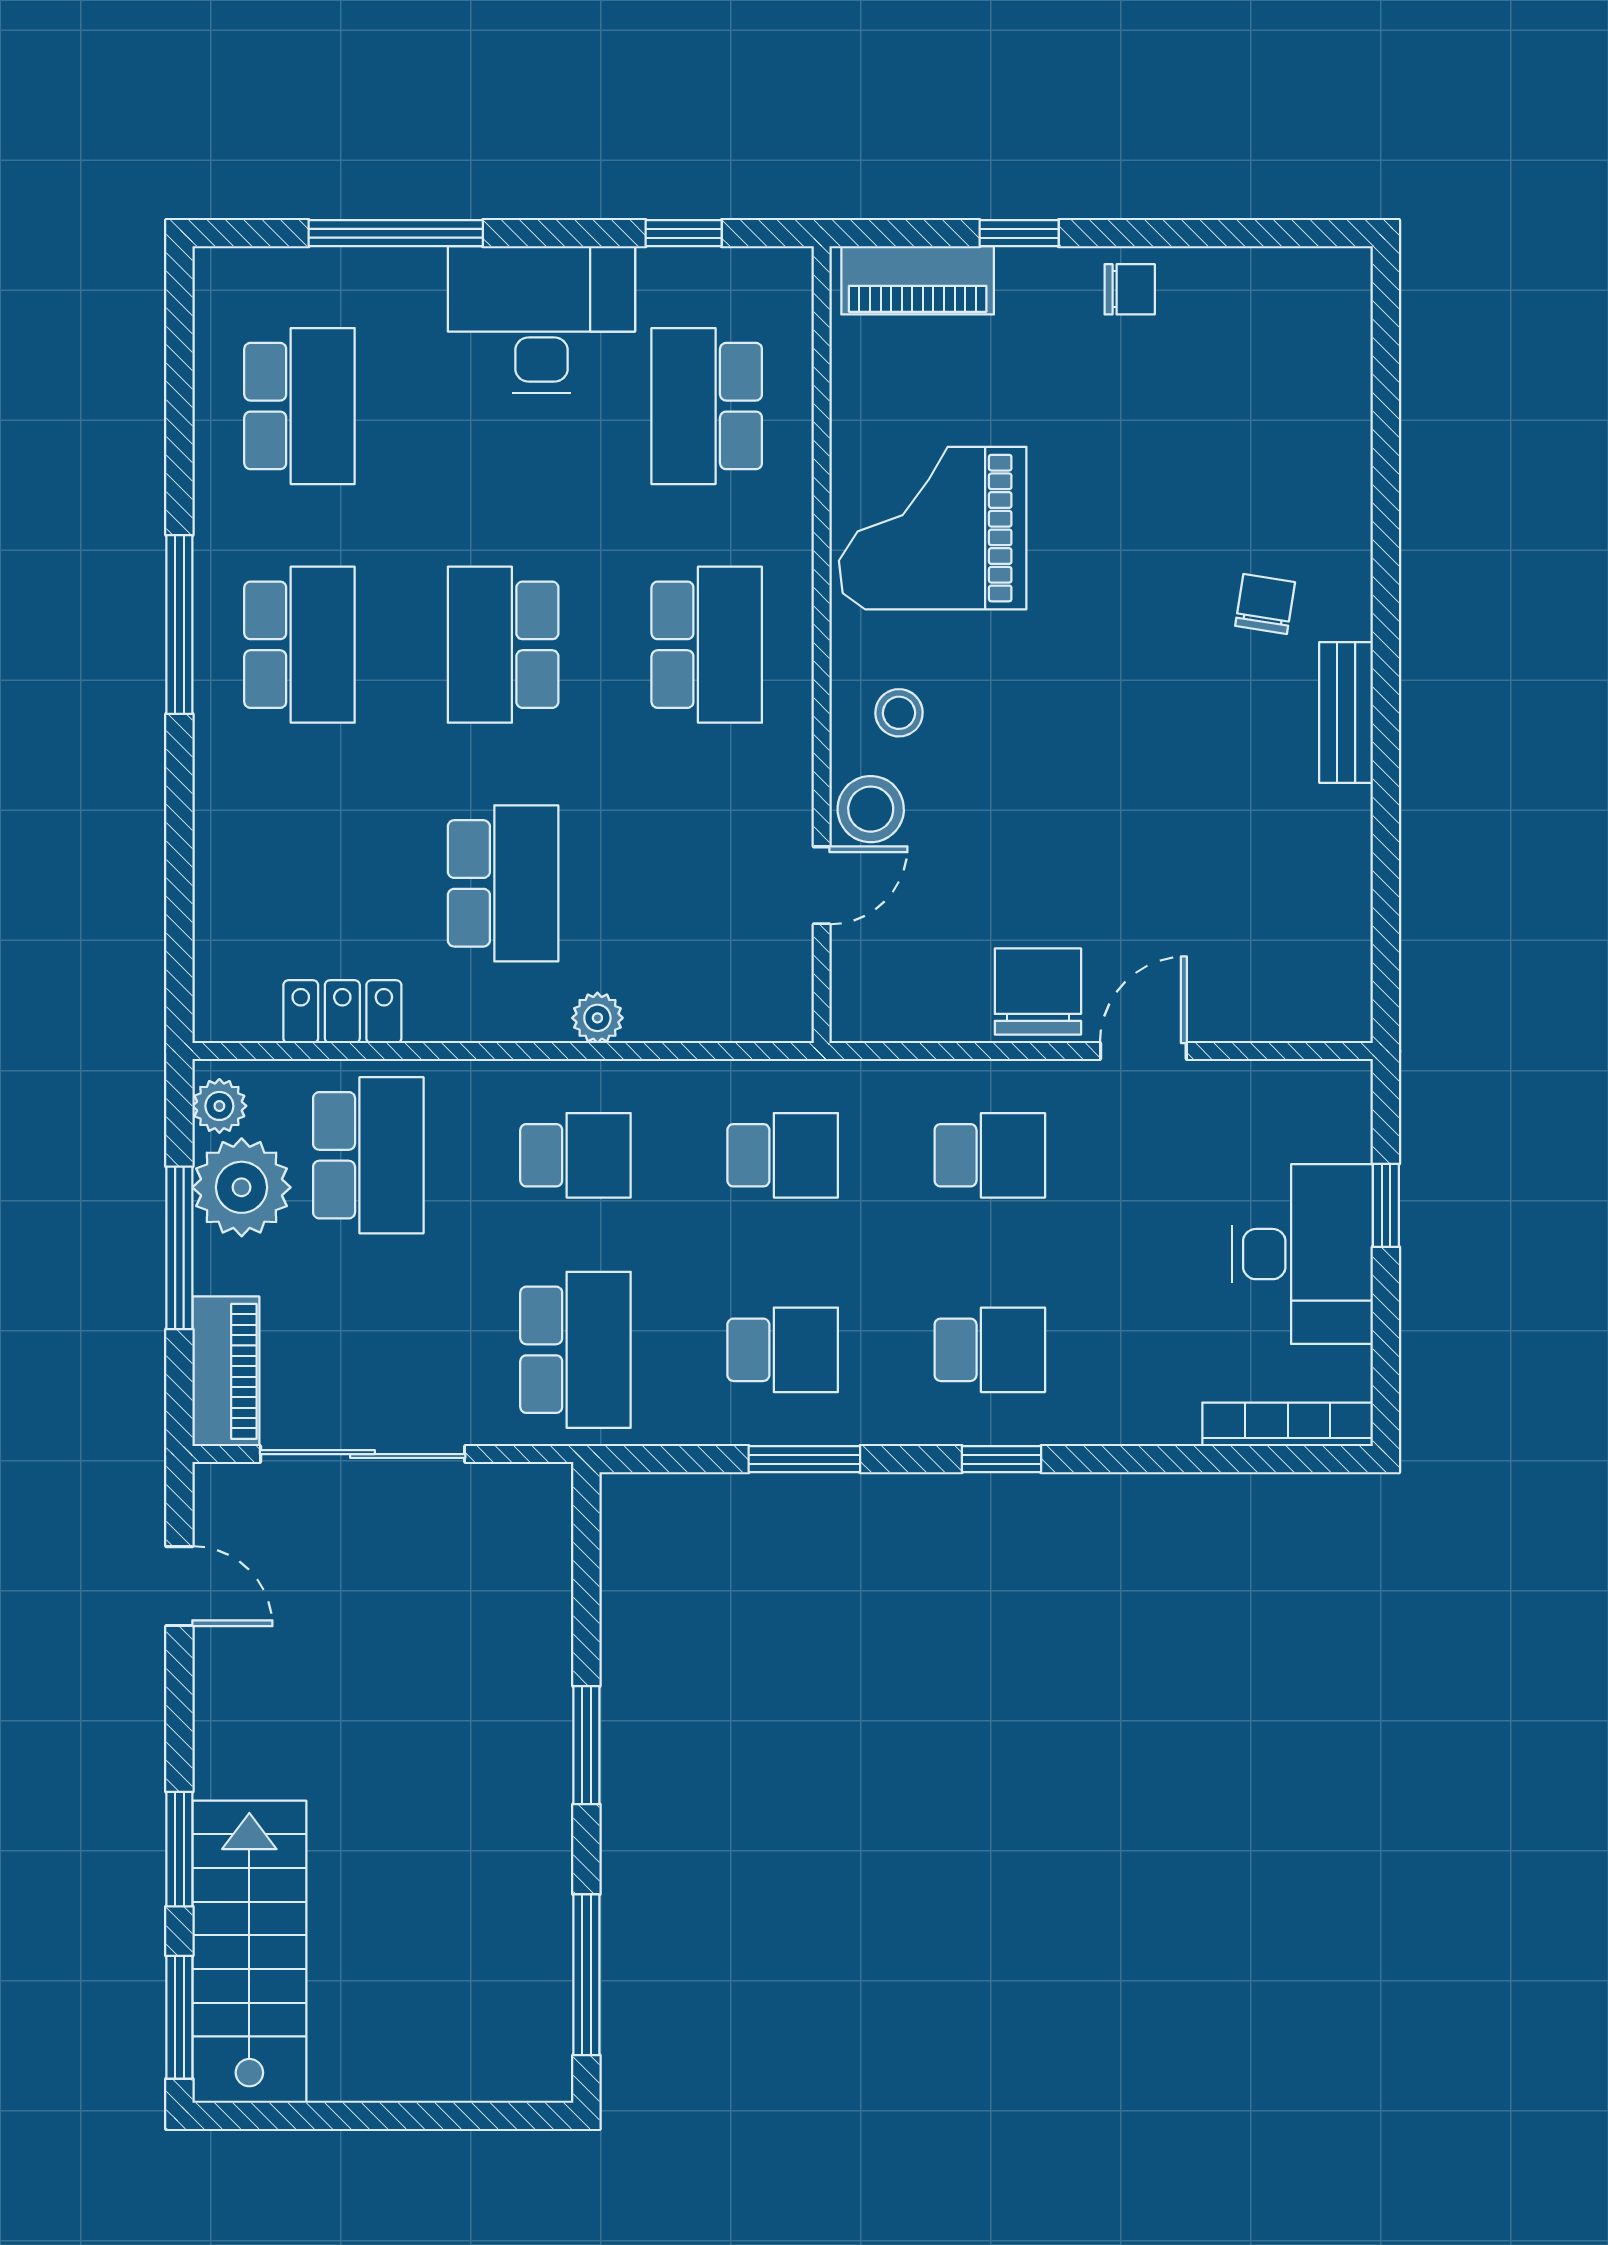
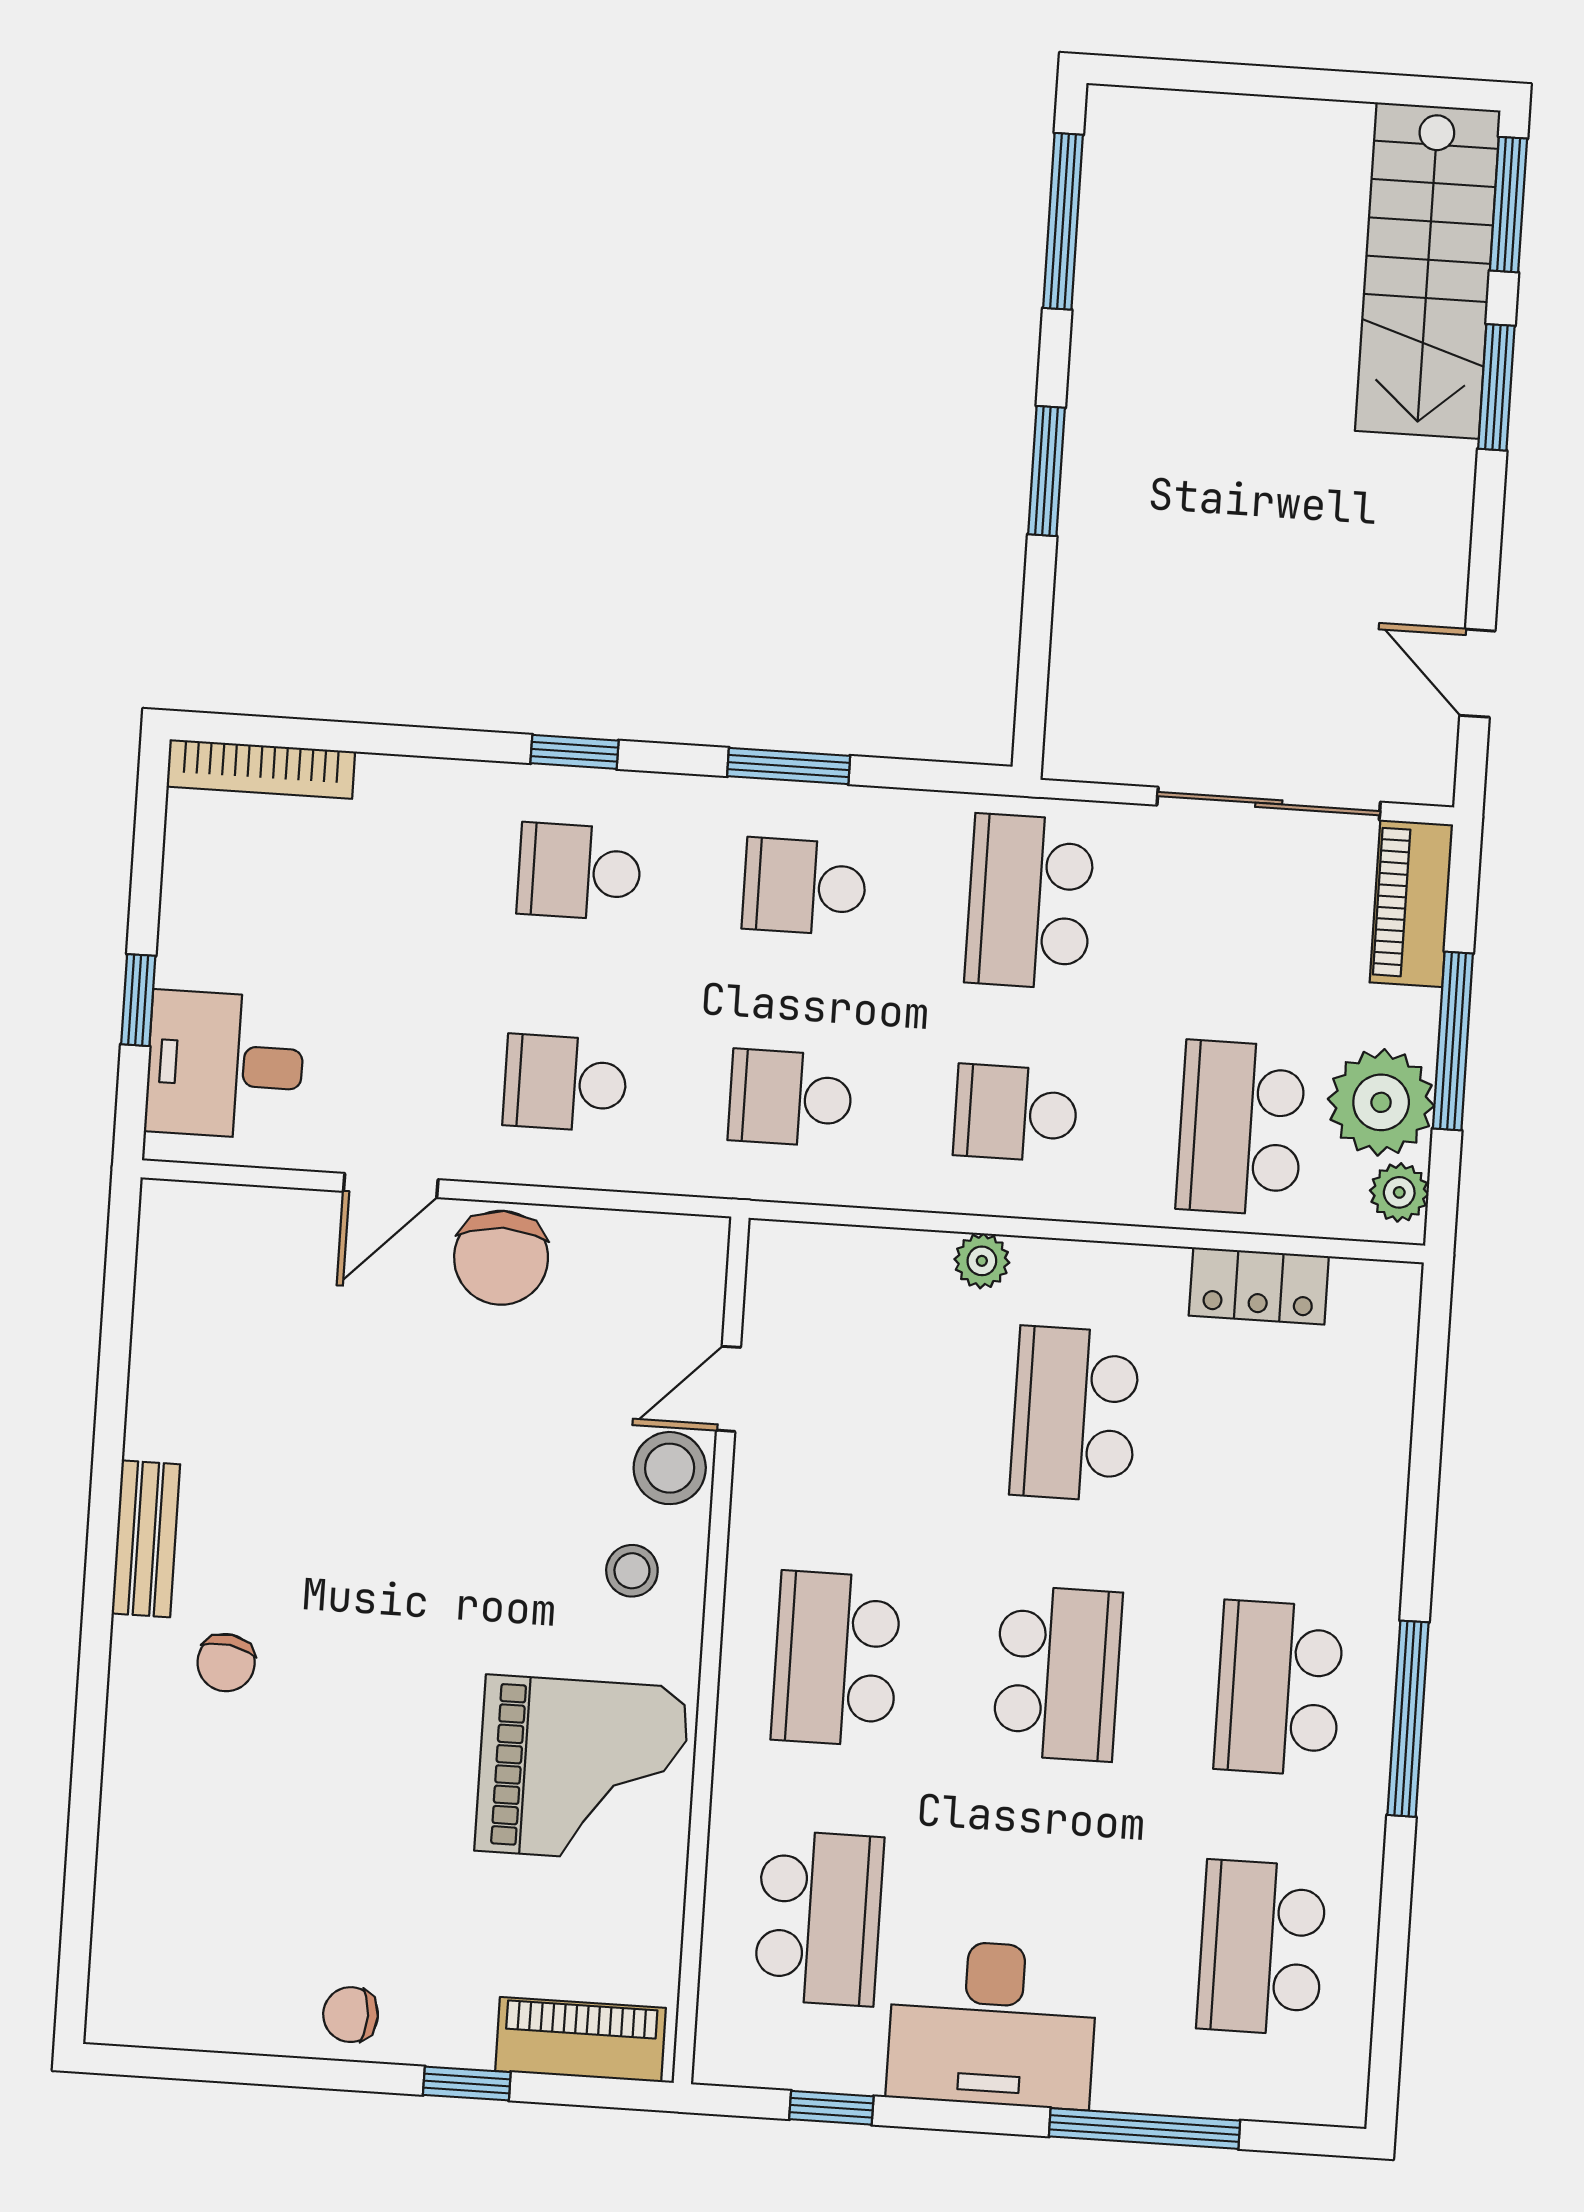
desk: (1302, 1254) -> (225, 1065), moved, width x0.73

